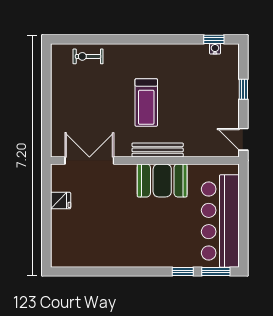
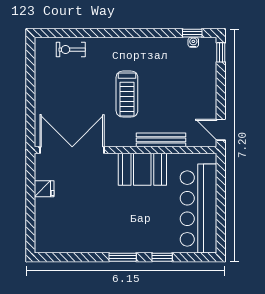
window: (243, 89) -> (221, 52), moved
bench: (158, 150) -> (161, 140), moved
double door: (89, 160) -> (72, 150), width x1.36
window: (216, 271) -> (123, 257), moved

